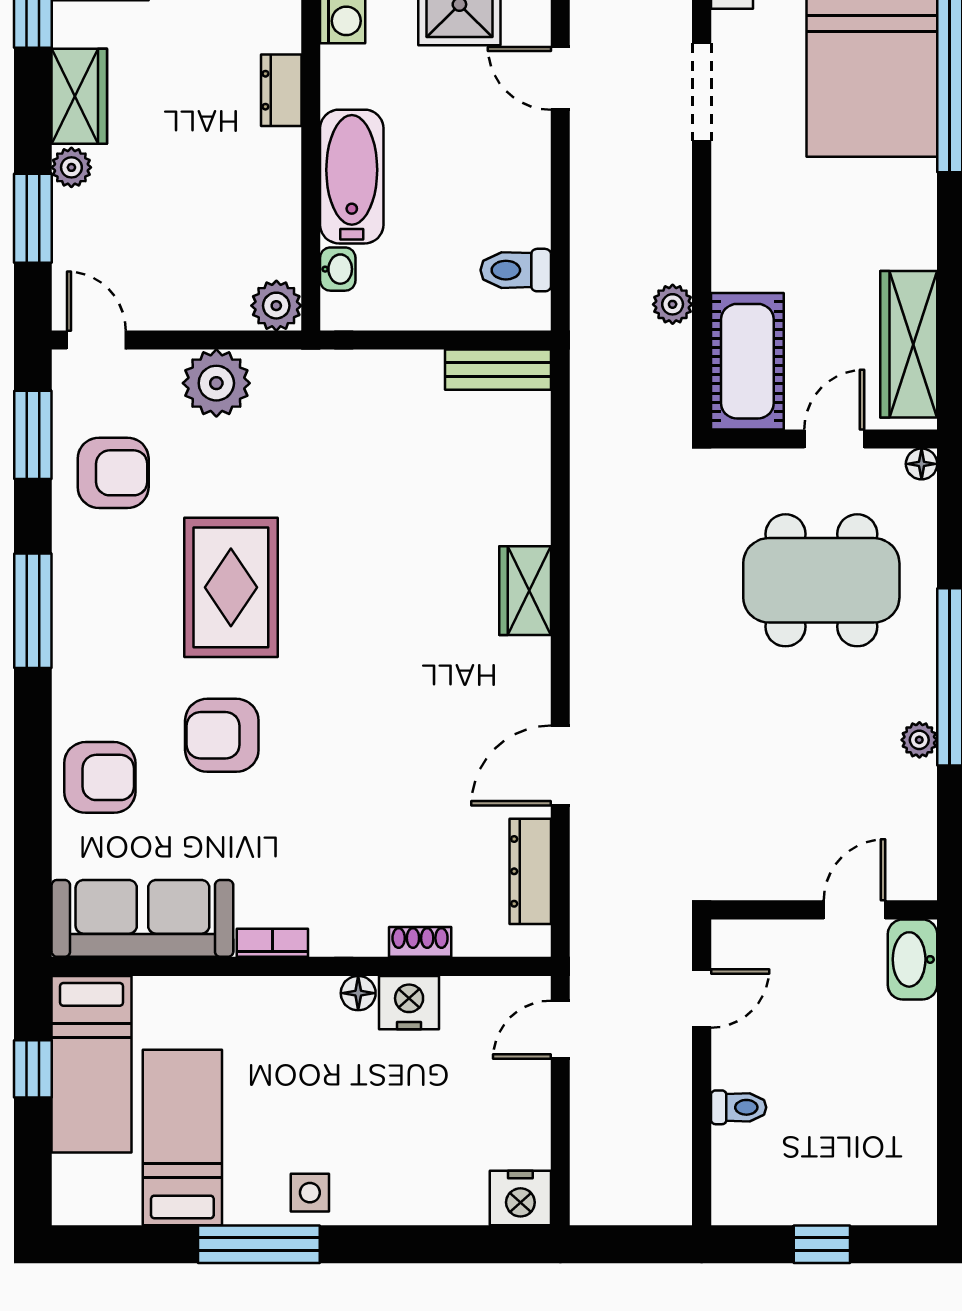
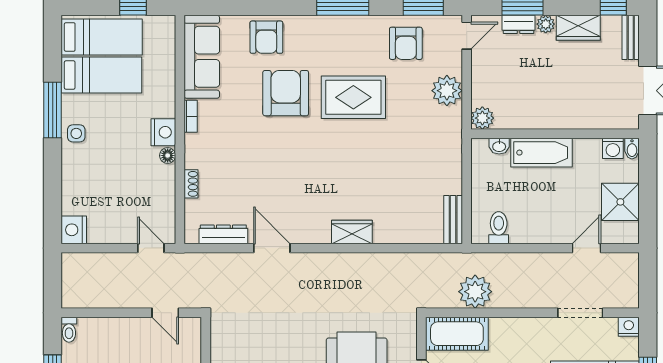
dresser: (281, 90) -> (519, 24), moved, turned 180
plant: (673, 304) -> (475, 292), width x1.87, depth x1.87
armchair: (222, 735) -> (286, 93), width x1.36, depth x1.36
nightstand: (409, 1003) -> (163, 132), moved
bed: (92, 1064) -> (102, 37), moved, turned 180
toilet: (739, 1107) -> (69, 330), moved

